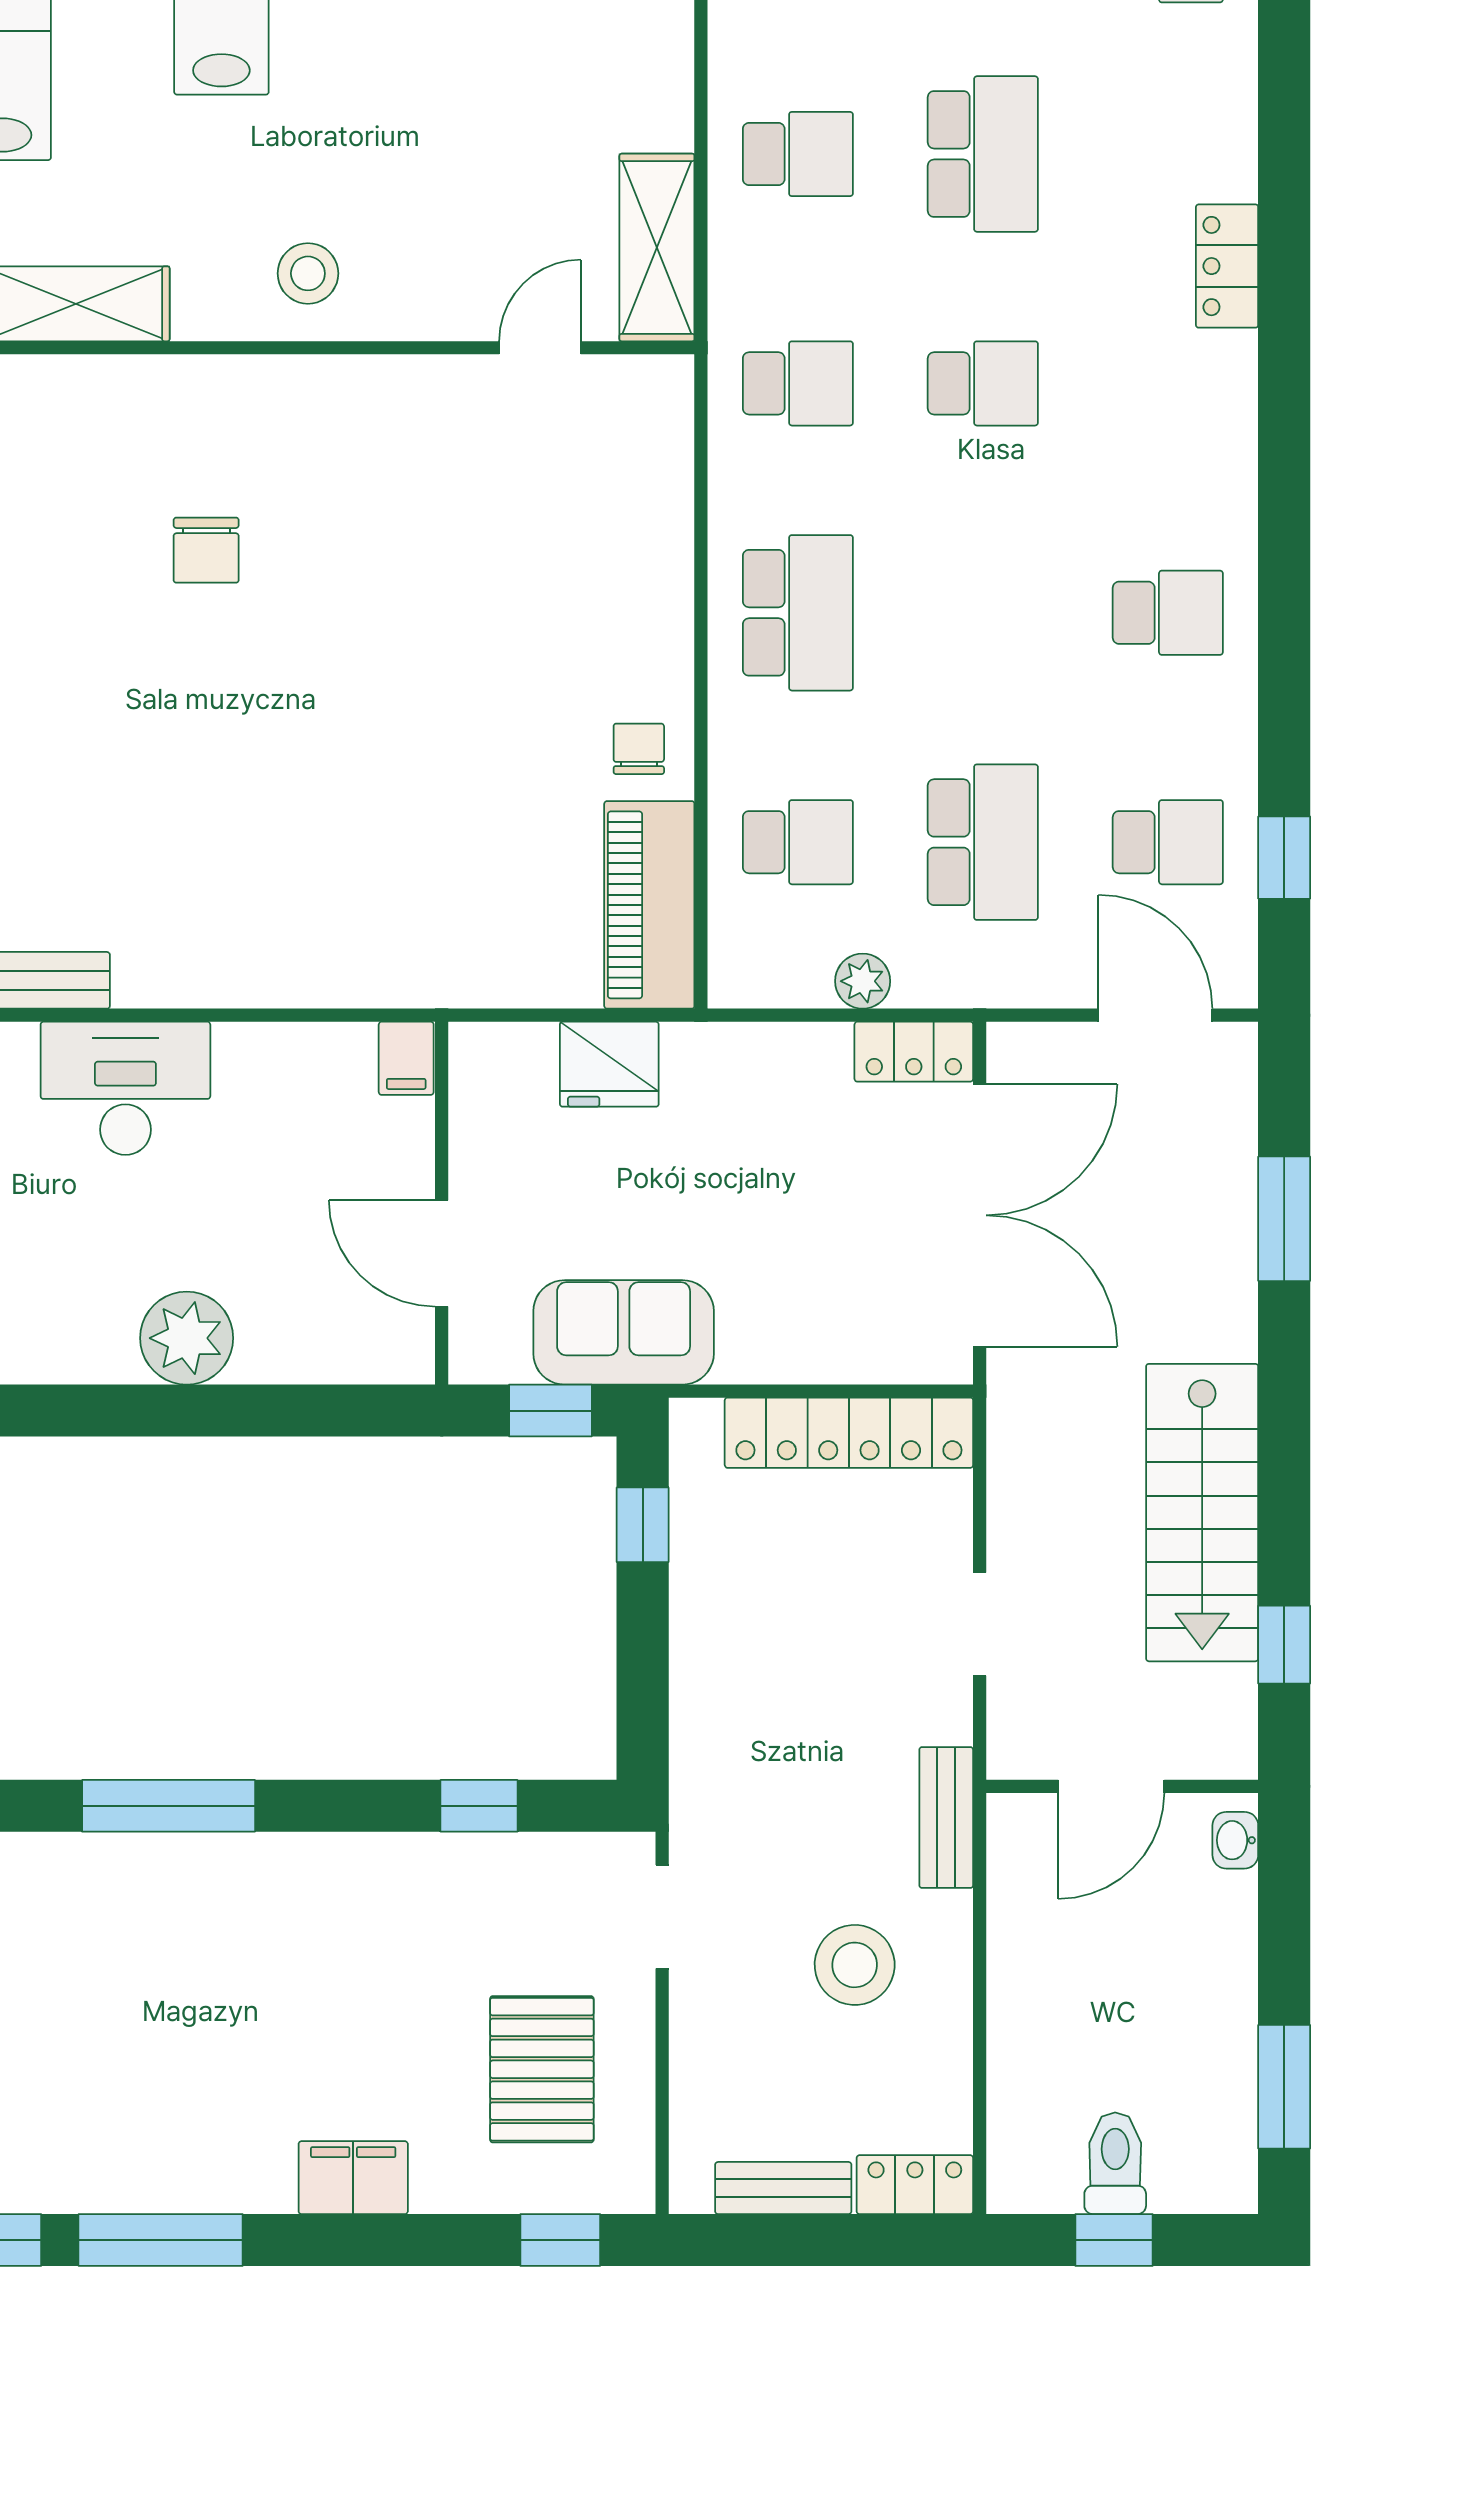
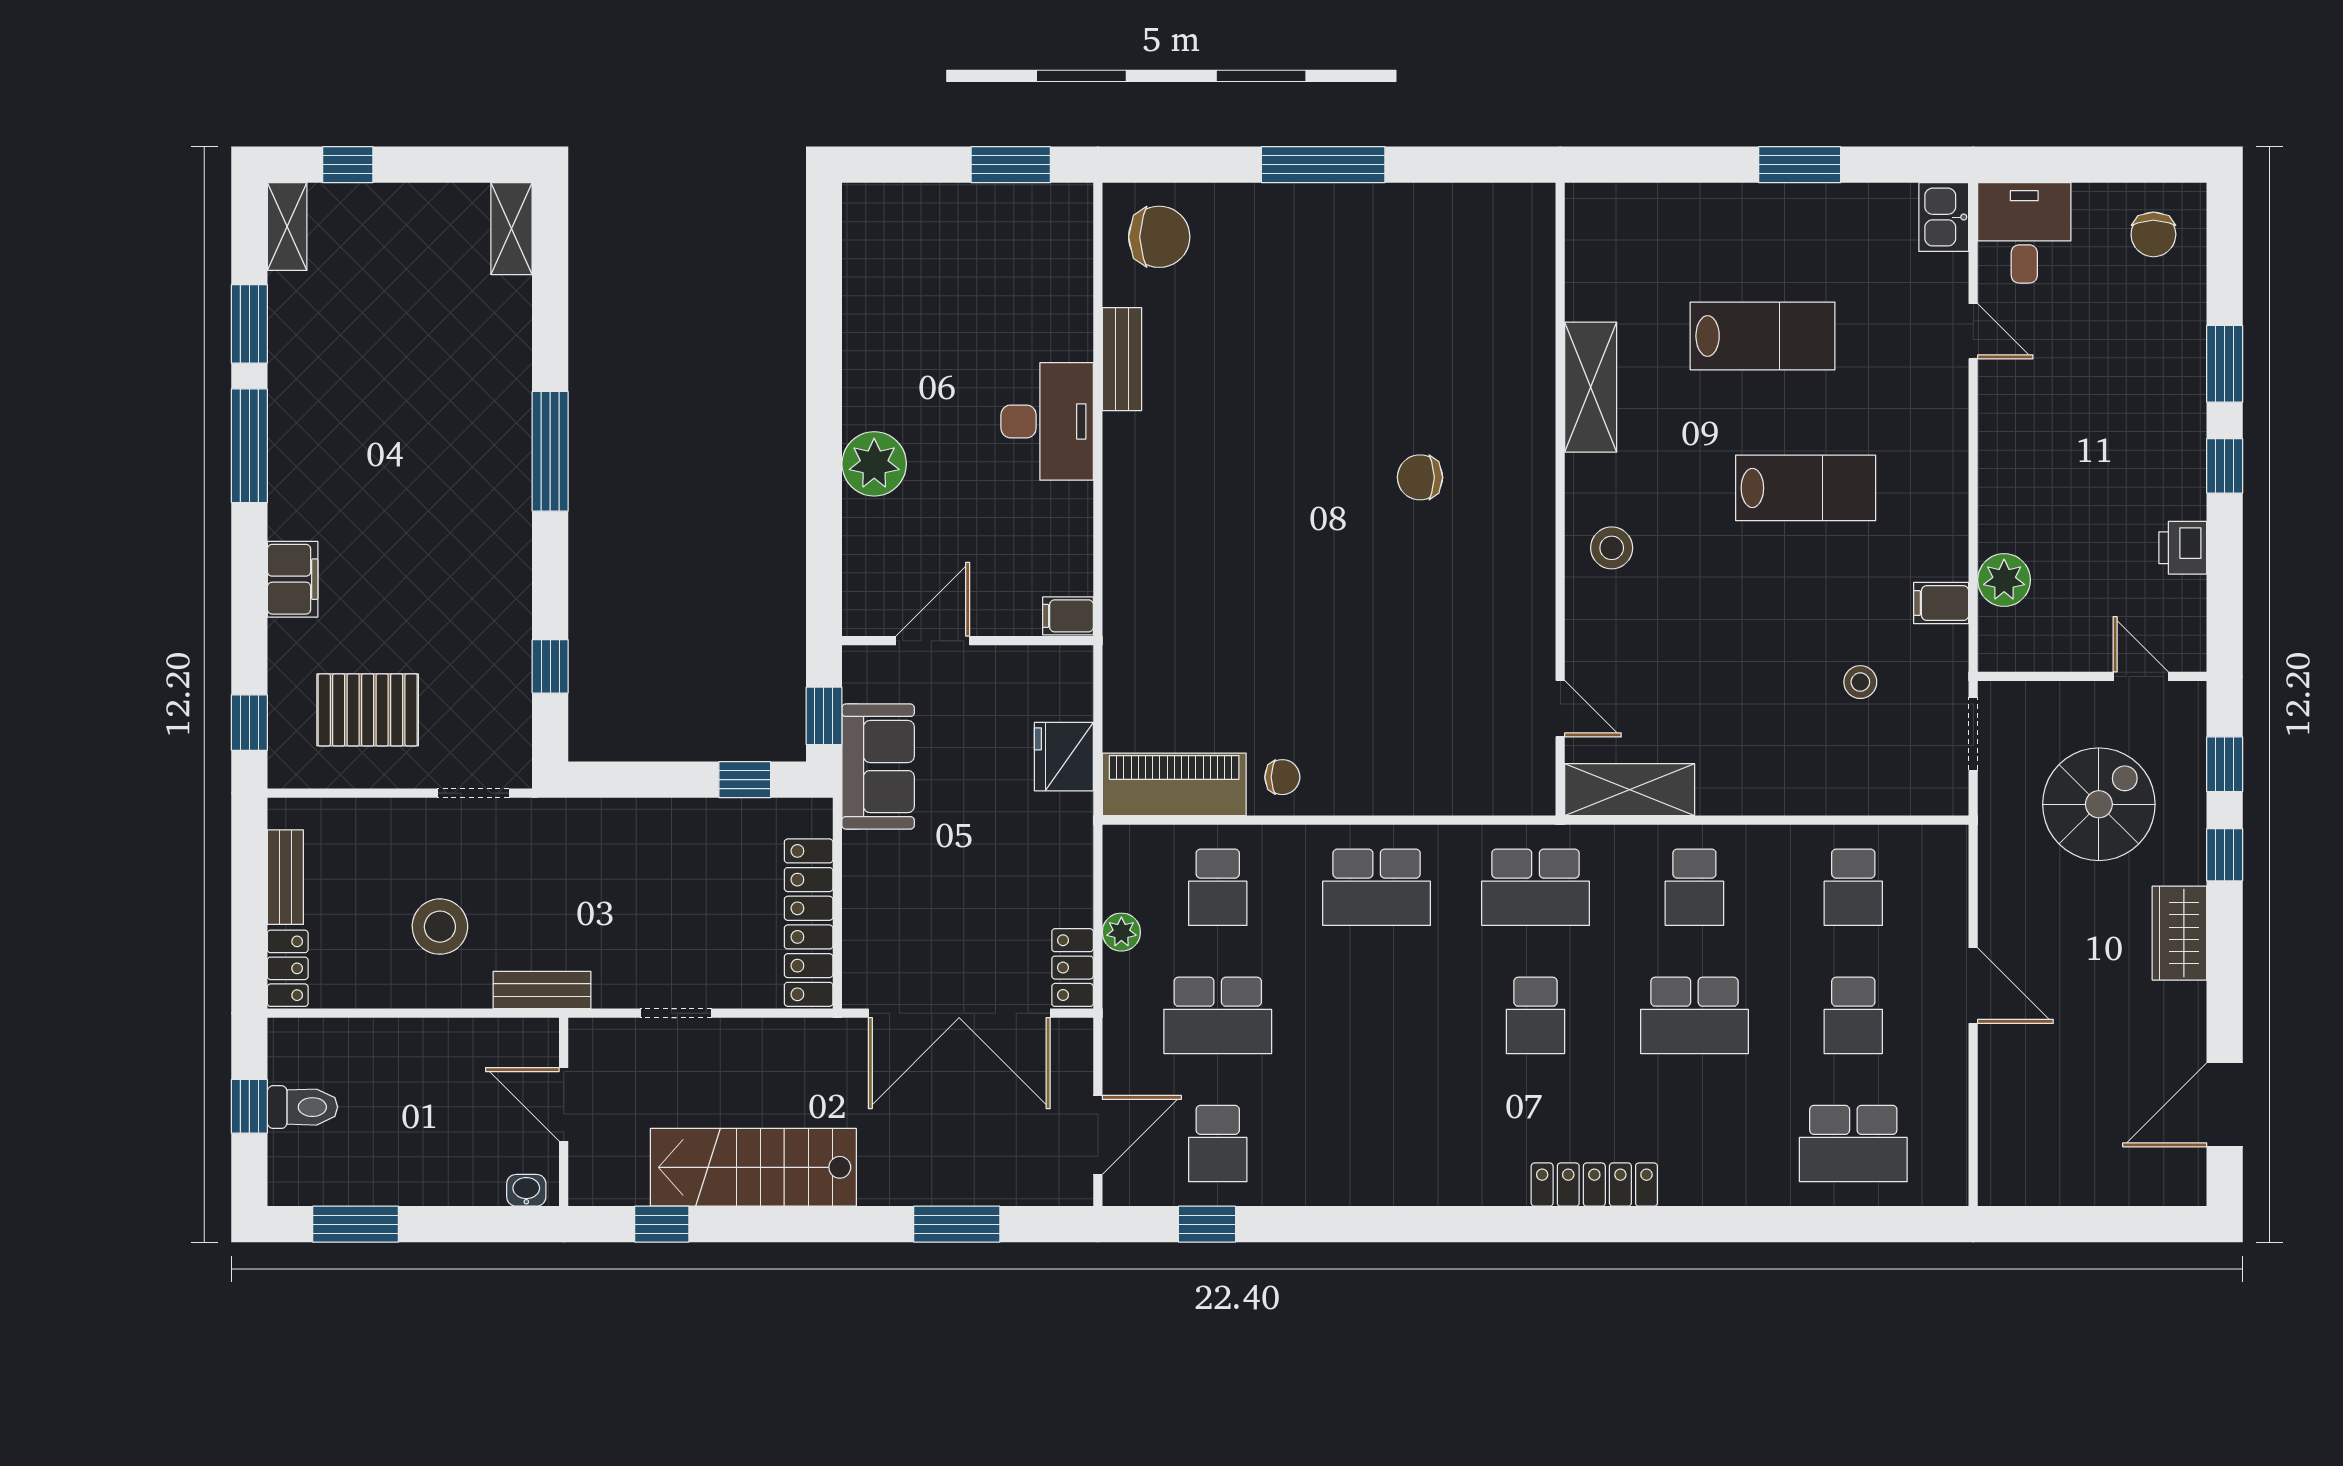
locker: (1227, 266) -> (1594, 1185), width x1.53
school desk: (798, 383) -> (1536, 887), width x1.85
school desk: (1168, 613) -> (1377, 1144), removed

